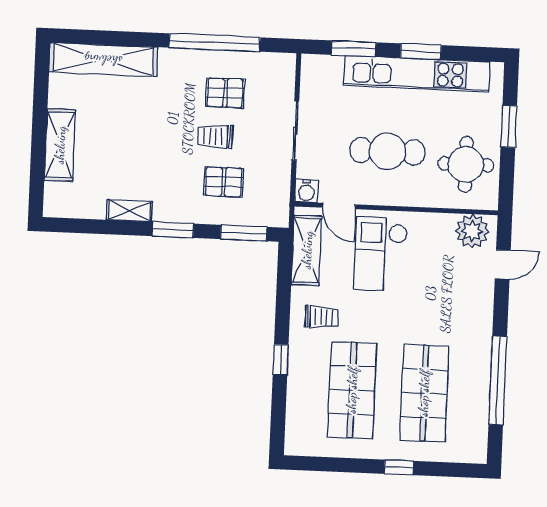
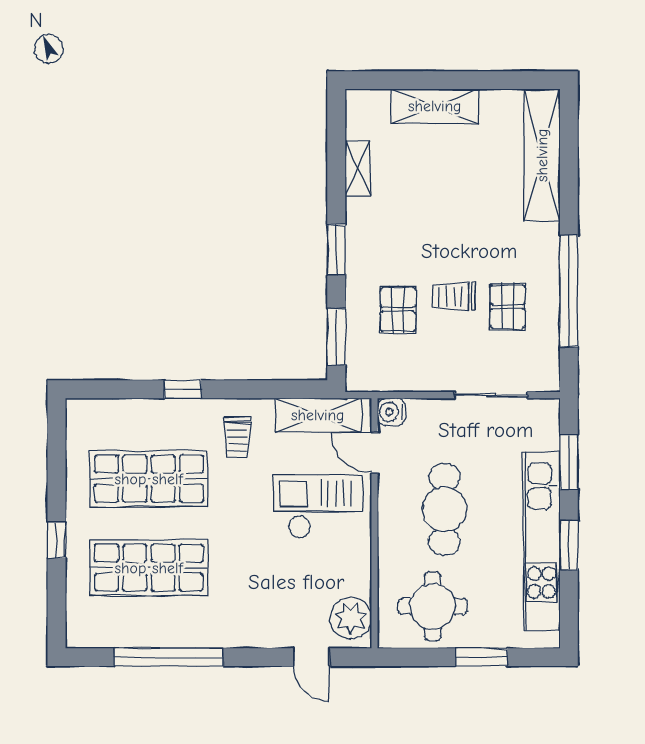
sliding door: (295, 131) -> (491, 395), moved
trolley: (215, 136) -> (453, 297), turned -90
door: (339, 206) -> (375, 453), hinge flipped
shelving: (129, 211) -> (358, 168), moved

